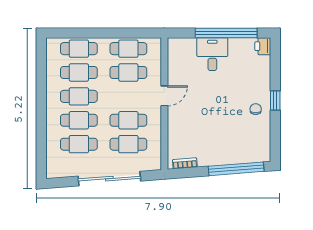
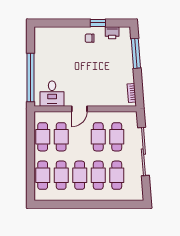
window: (226, 33) -> (31, 77), moved
printer: (263, 46) -> (112, 33), moved
desk: (212, 54) -> (52, 94), moved, turned -90
door: (164, 96) -> (79, 109), swing flipped
window: (275, 100) -> (98, 23), moved
window: (236, 169) -> (136, 53), width x0.68

